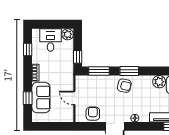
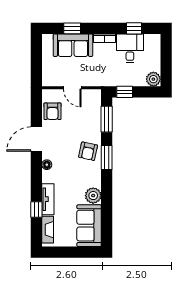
desk: (51, 40) -> (130, 48), moved, turned -90
door: (74, 98) -> (72, 88), swing flipped
armchair: (93, 114) -> (52, 111), turned 90

